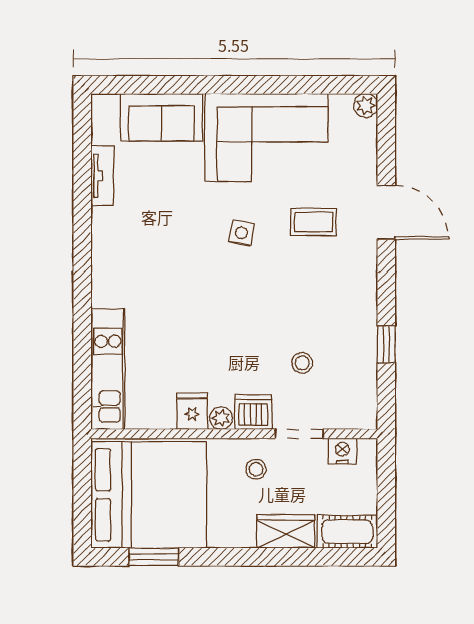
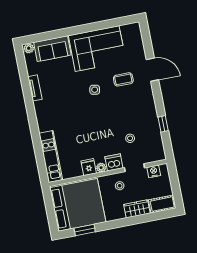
plant: (366, 105) -> (29, 48), moved
tv unit: (102, 176) -> (35, 88), moved

